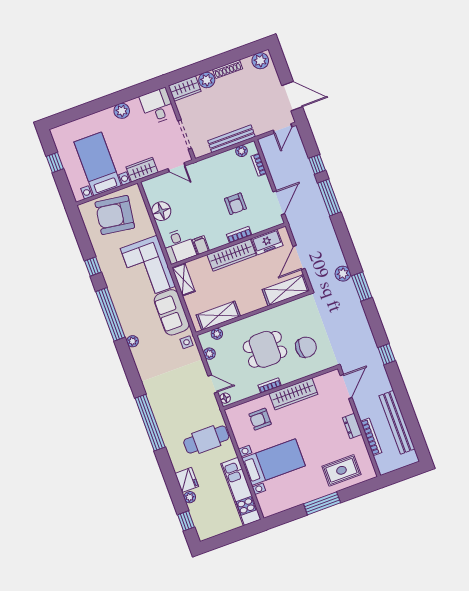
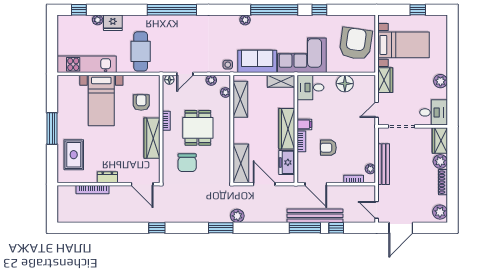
filing cabinet: (201, 245) -> (304, 124), moved
bench: (397, 422) -> (315, 216), moved

